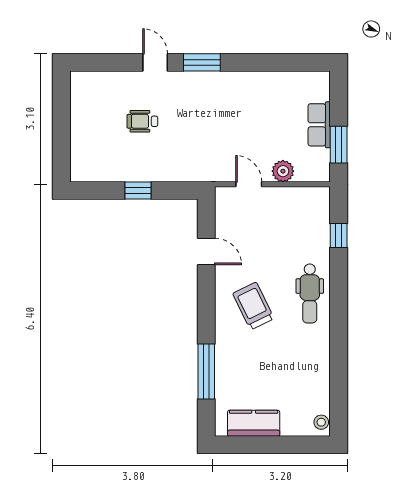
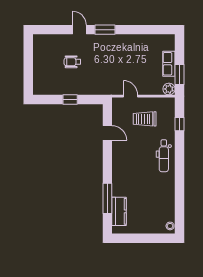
plant: (283, 171) -> (169, 89), moved
trolley: (253, 306) -> (145, 119), moved, turned -64
kitchen counter: (254, 423) -> (119, 211), moved, turned 90

